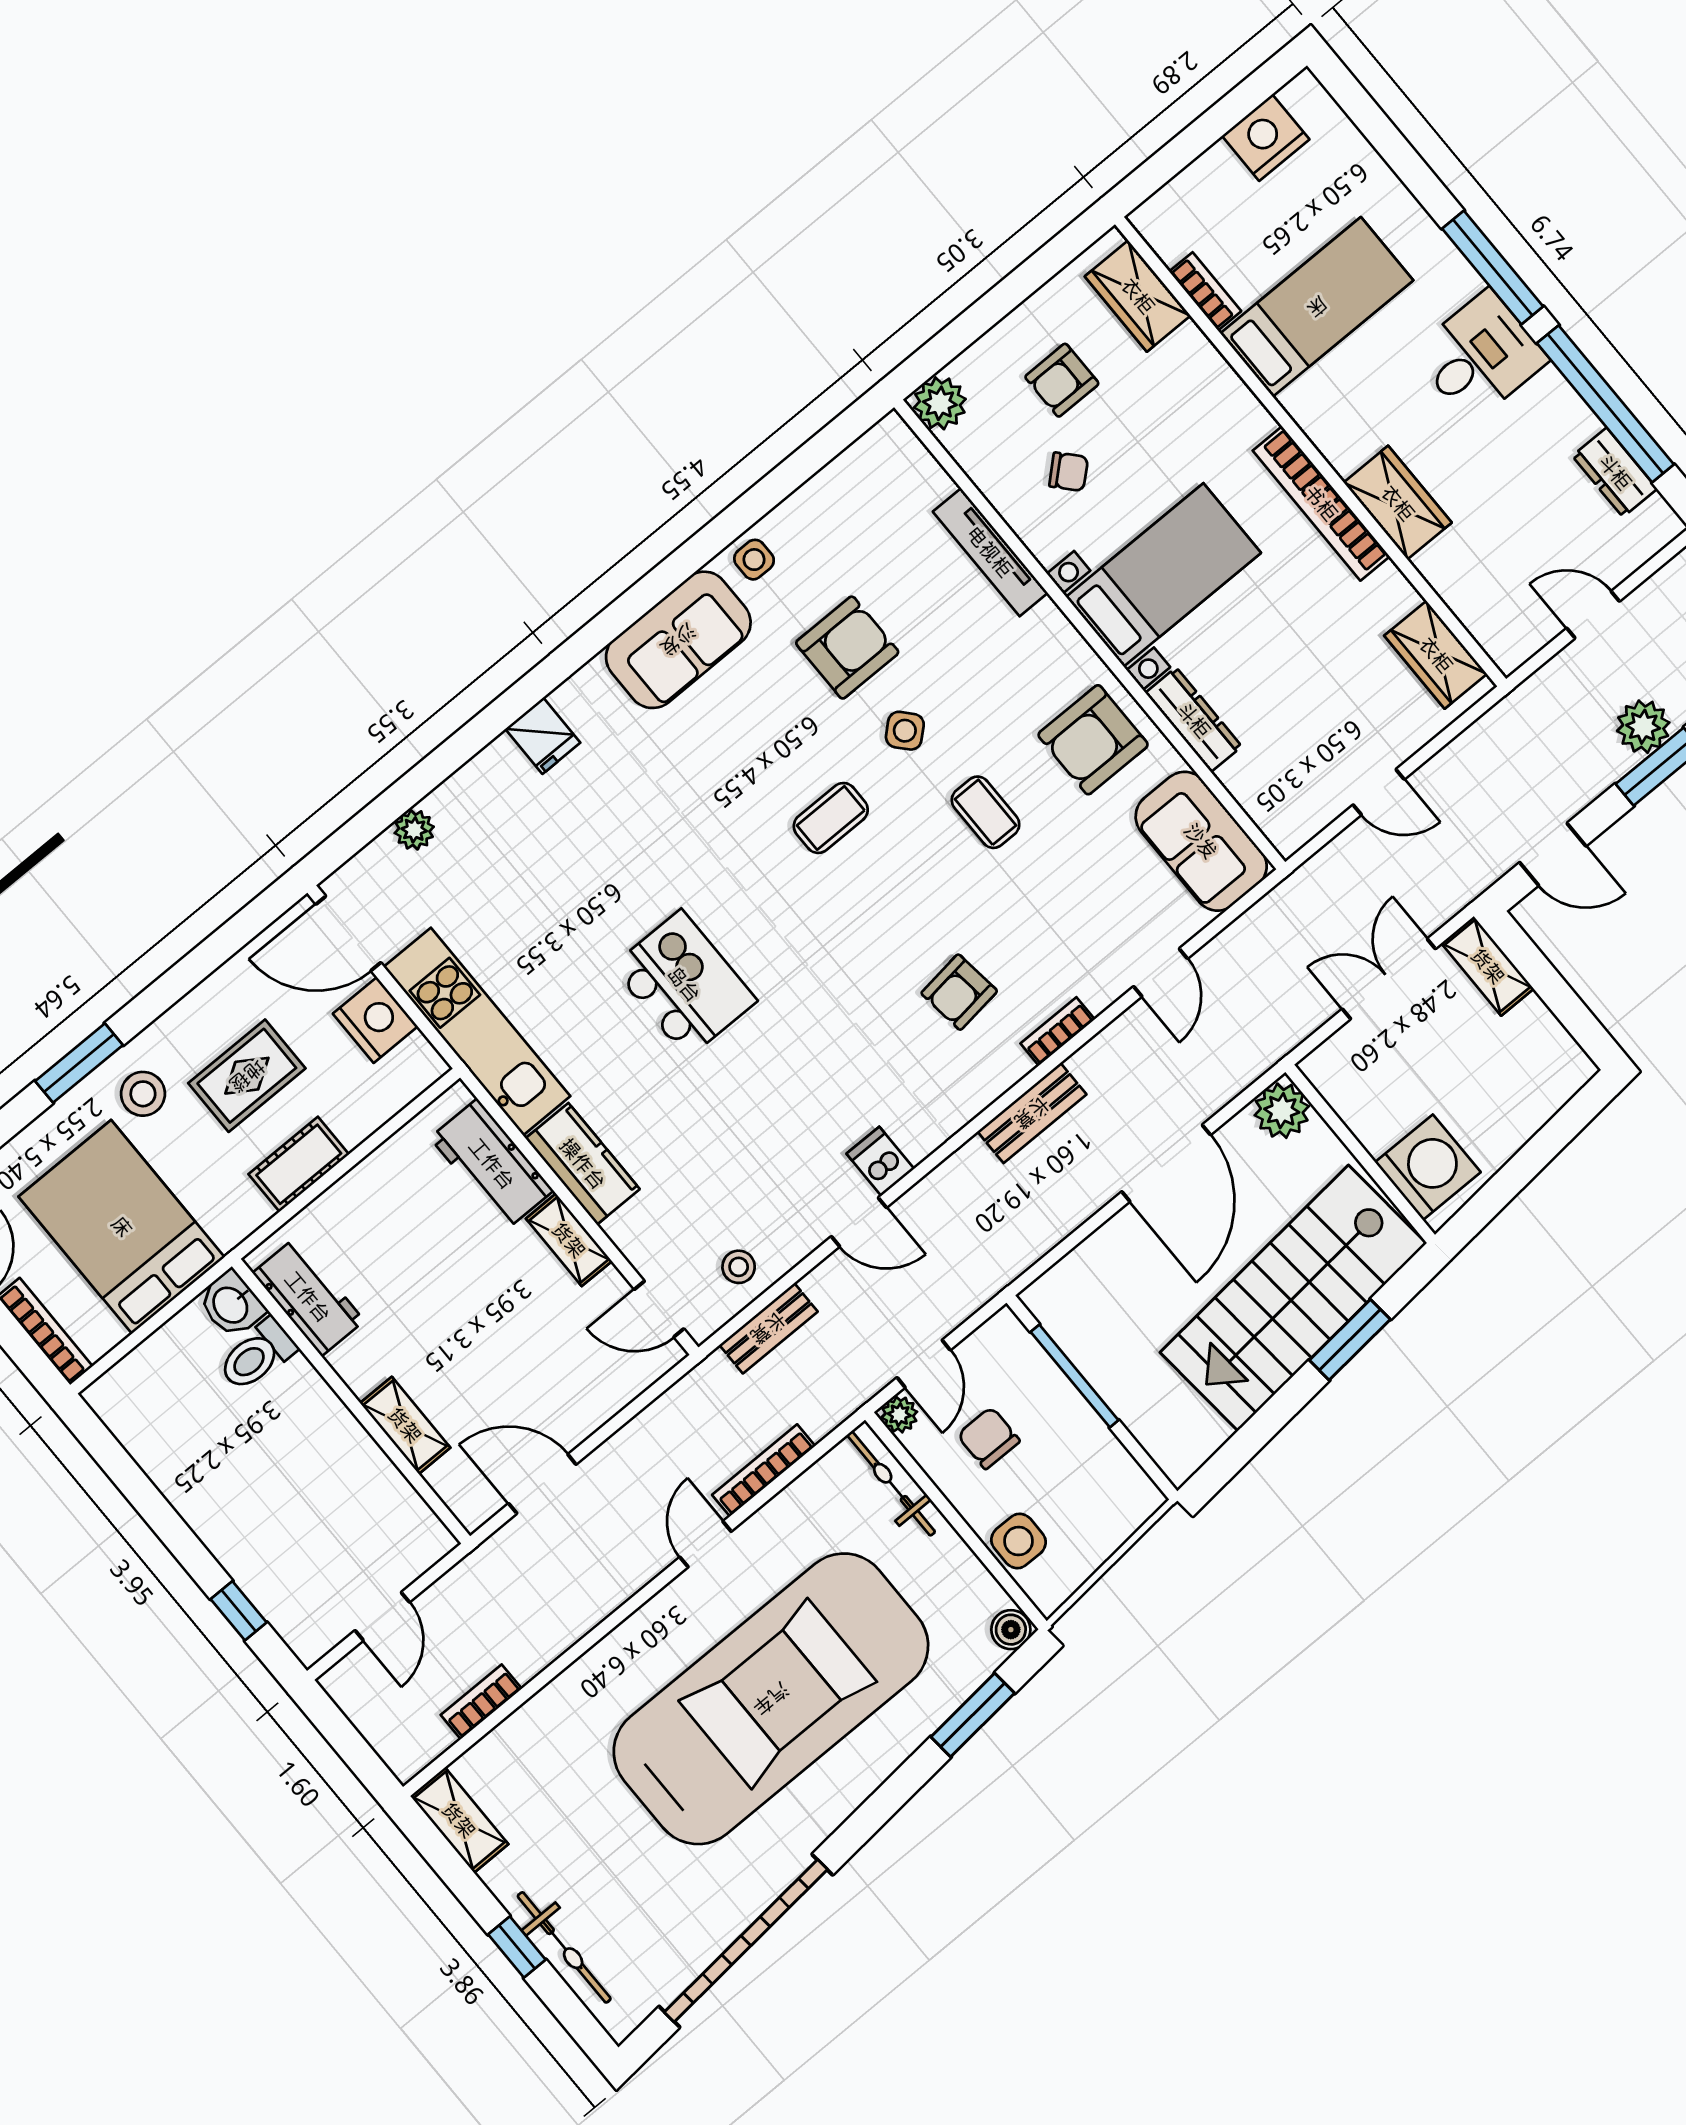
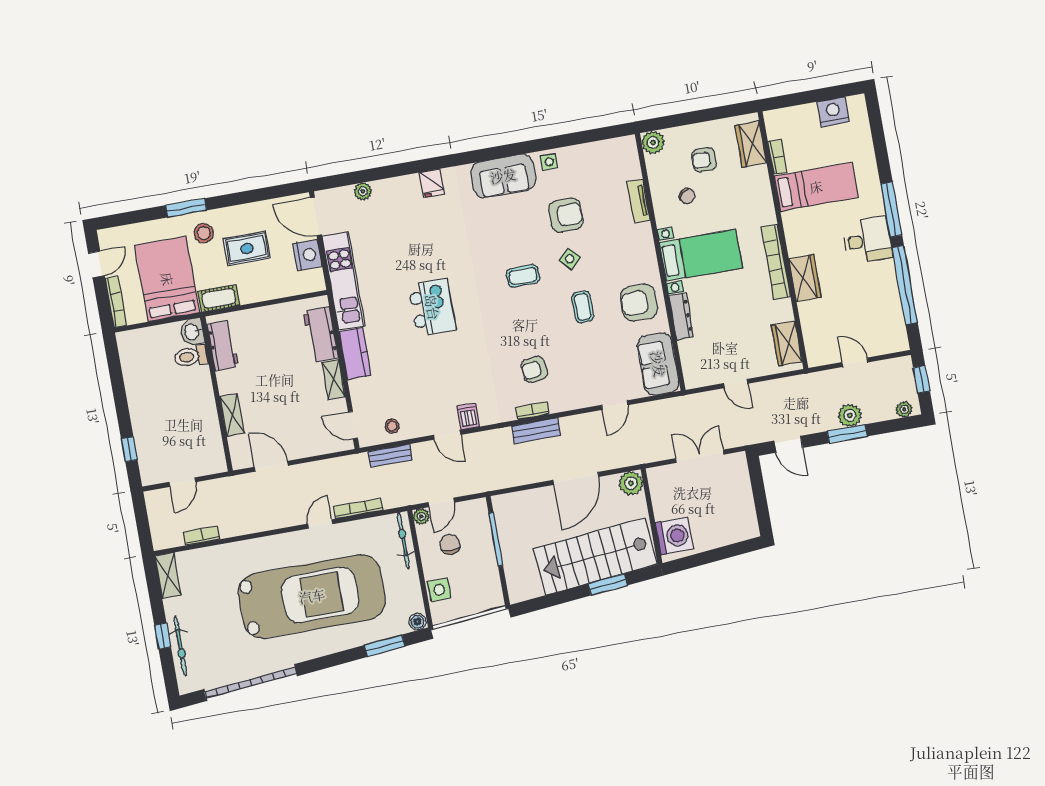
dresser: (1615, 472) -> (894, 313), removed
tv unit: (990, 552) -> (639, 201), width x0.71
shelving: (1488, 966) -> (740, 473), removed
bookcase: (1058, 1031) -> (533, 411), moved
cot: (299, 1164) -> (219, 298), moved

